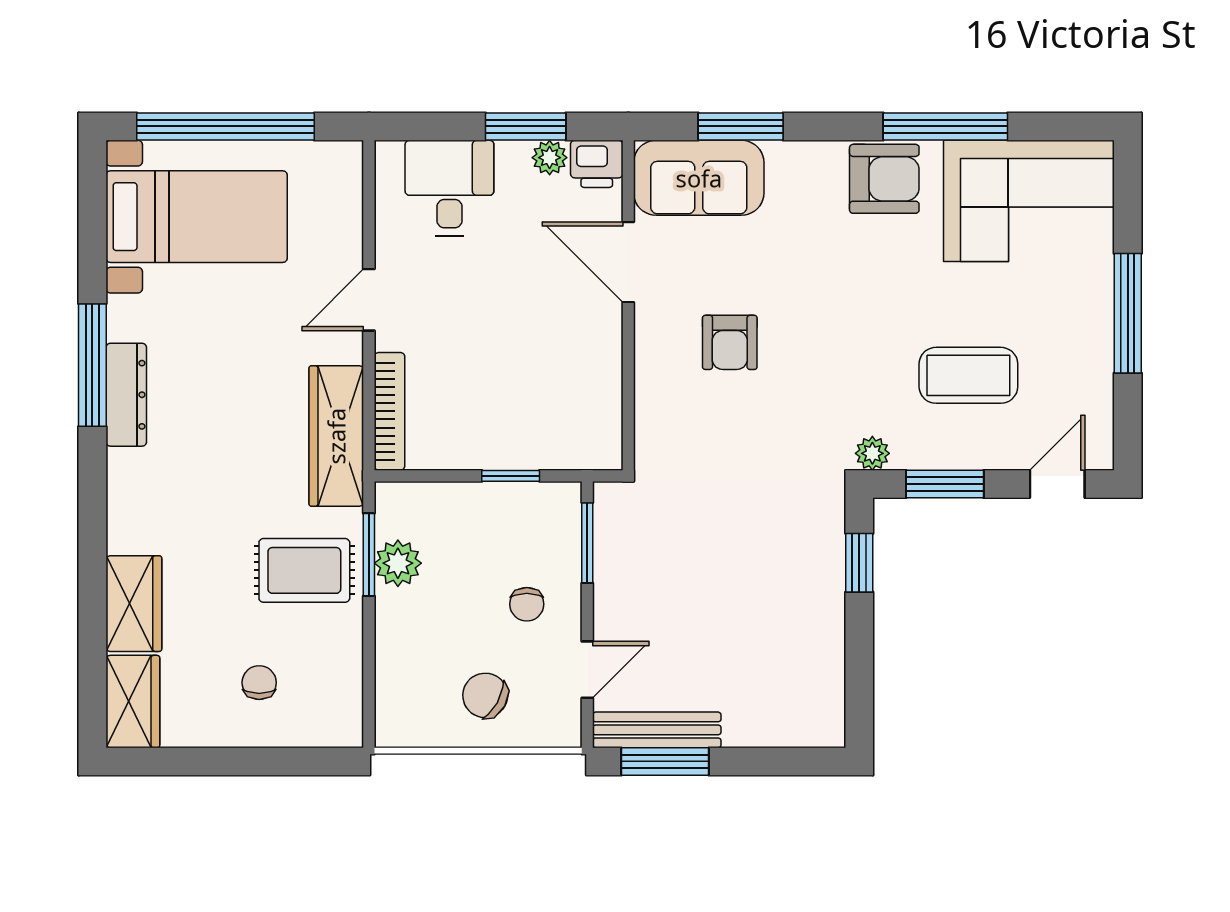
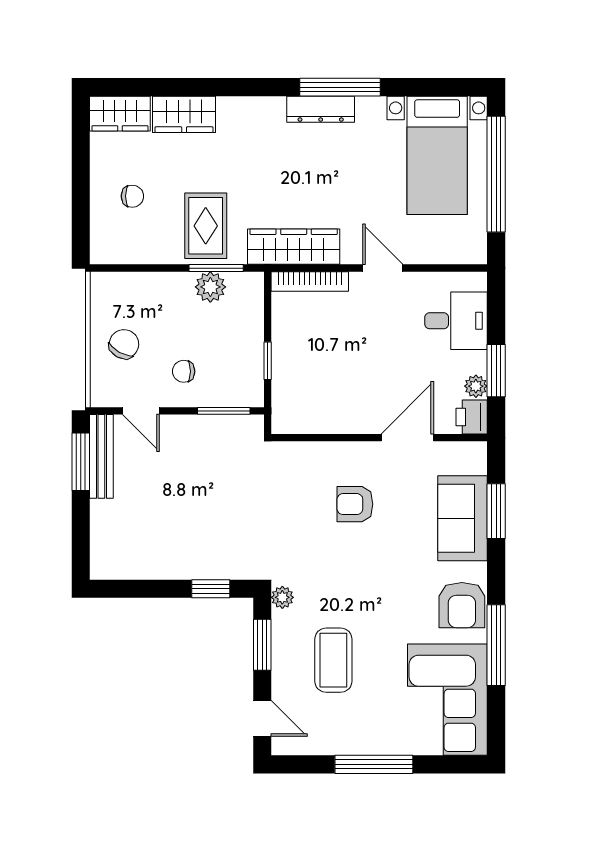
sofa: (699, 178) -> (463, 518), moved

